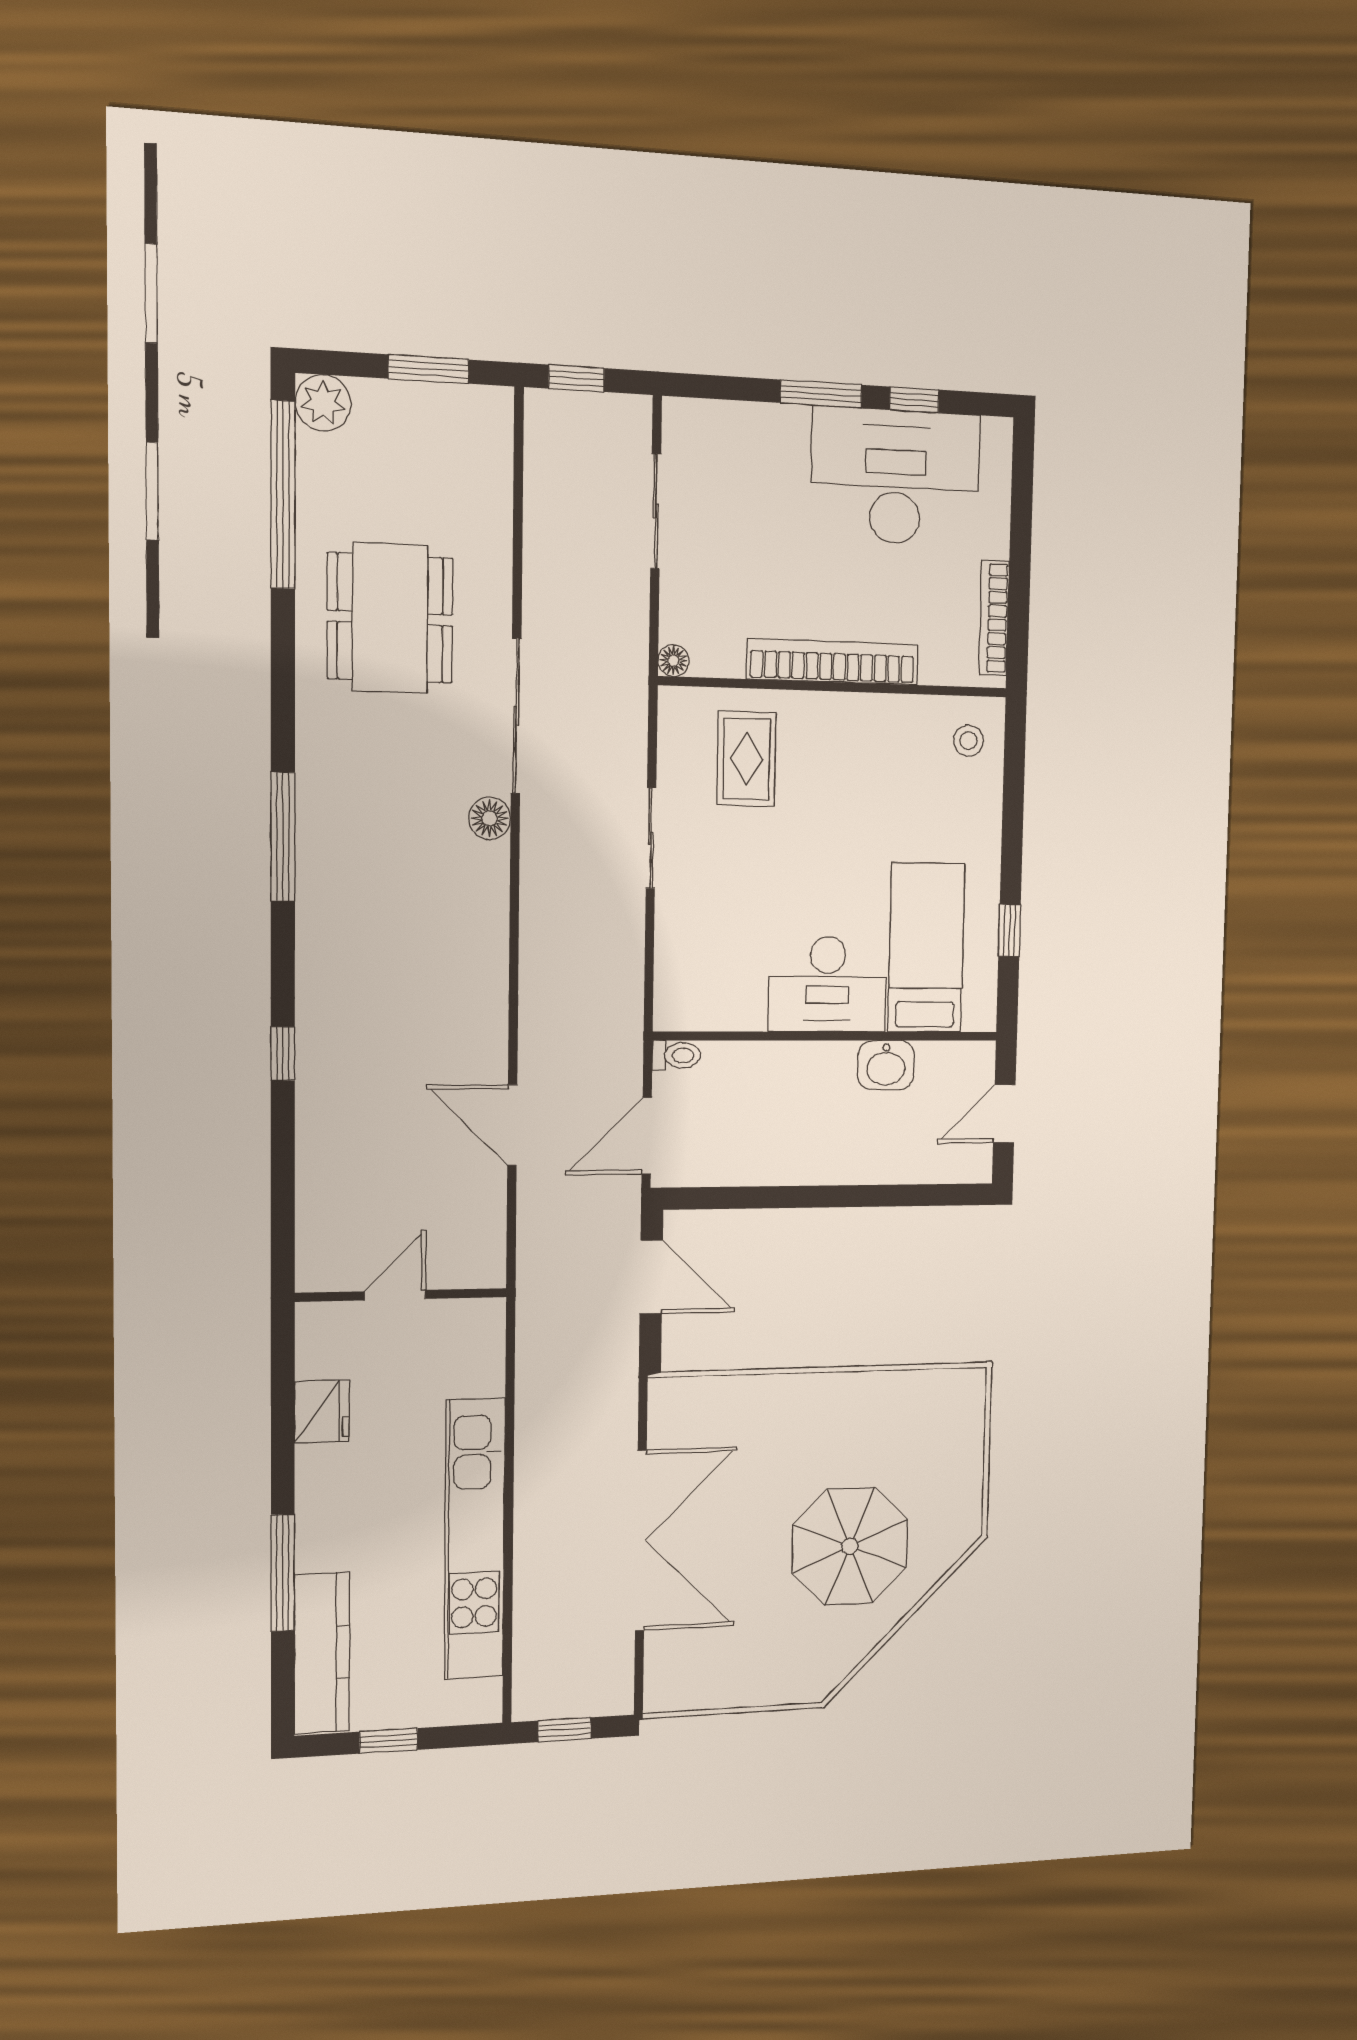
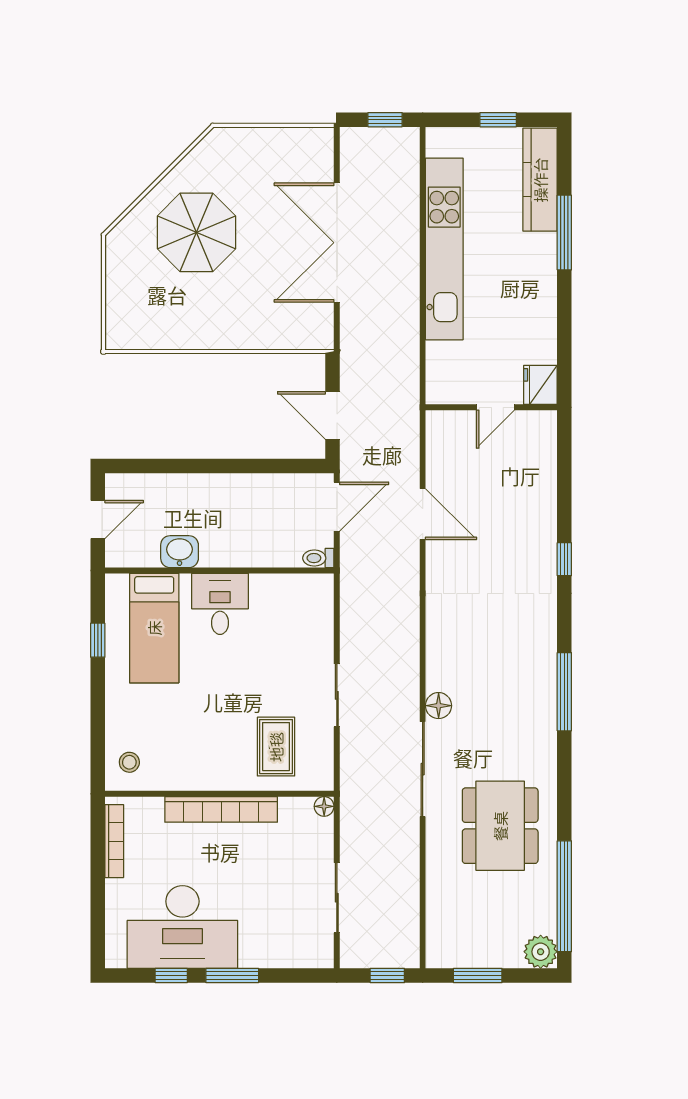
desk: (827, 984) -> (220, 604), width x0.73
fridge: (322, 1411) -> (540, 385), moved

